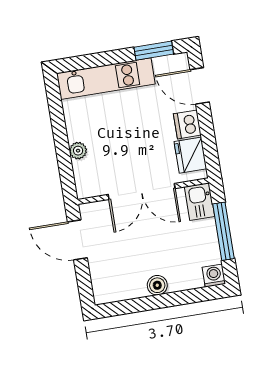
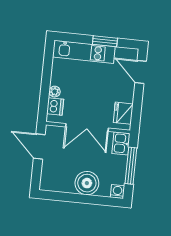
window: (154, 51) -> (105, 41), moved
dishwasher: (187, 124) -> (55, 107), moved, turned 180
boiler: (157, 285) -> (87, 183), width x1.86, depth x1.86

